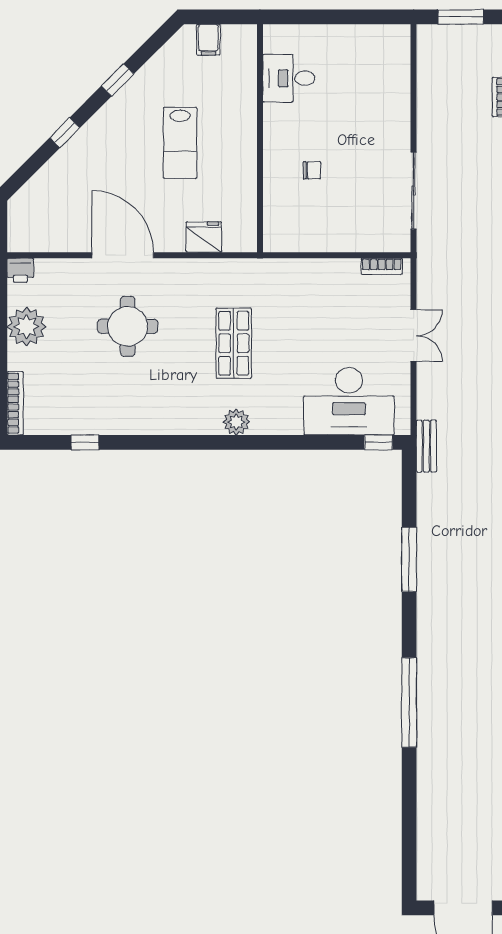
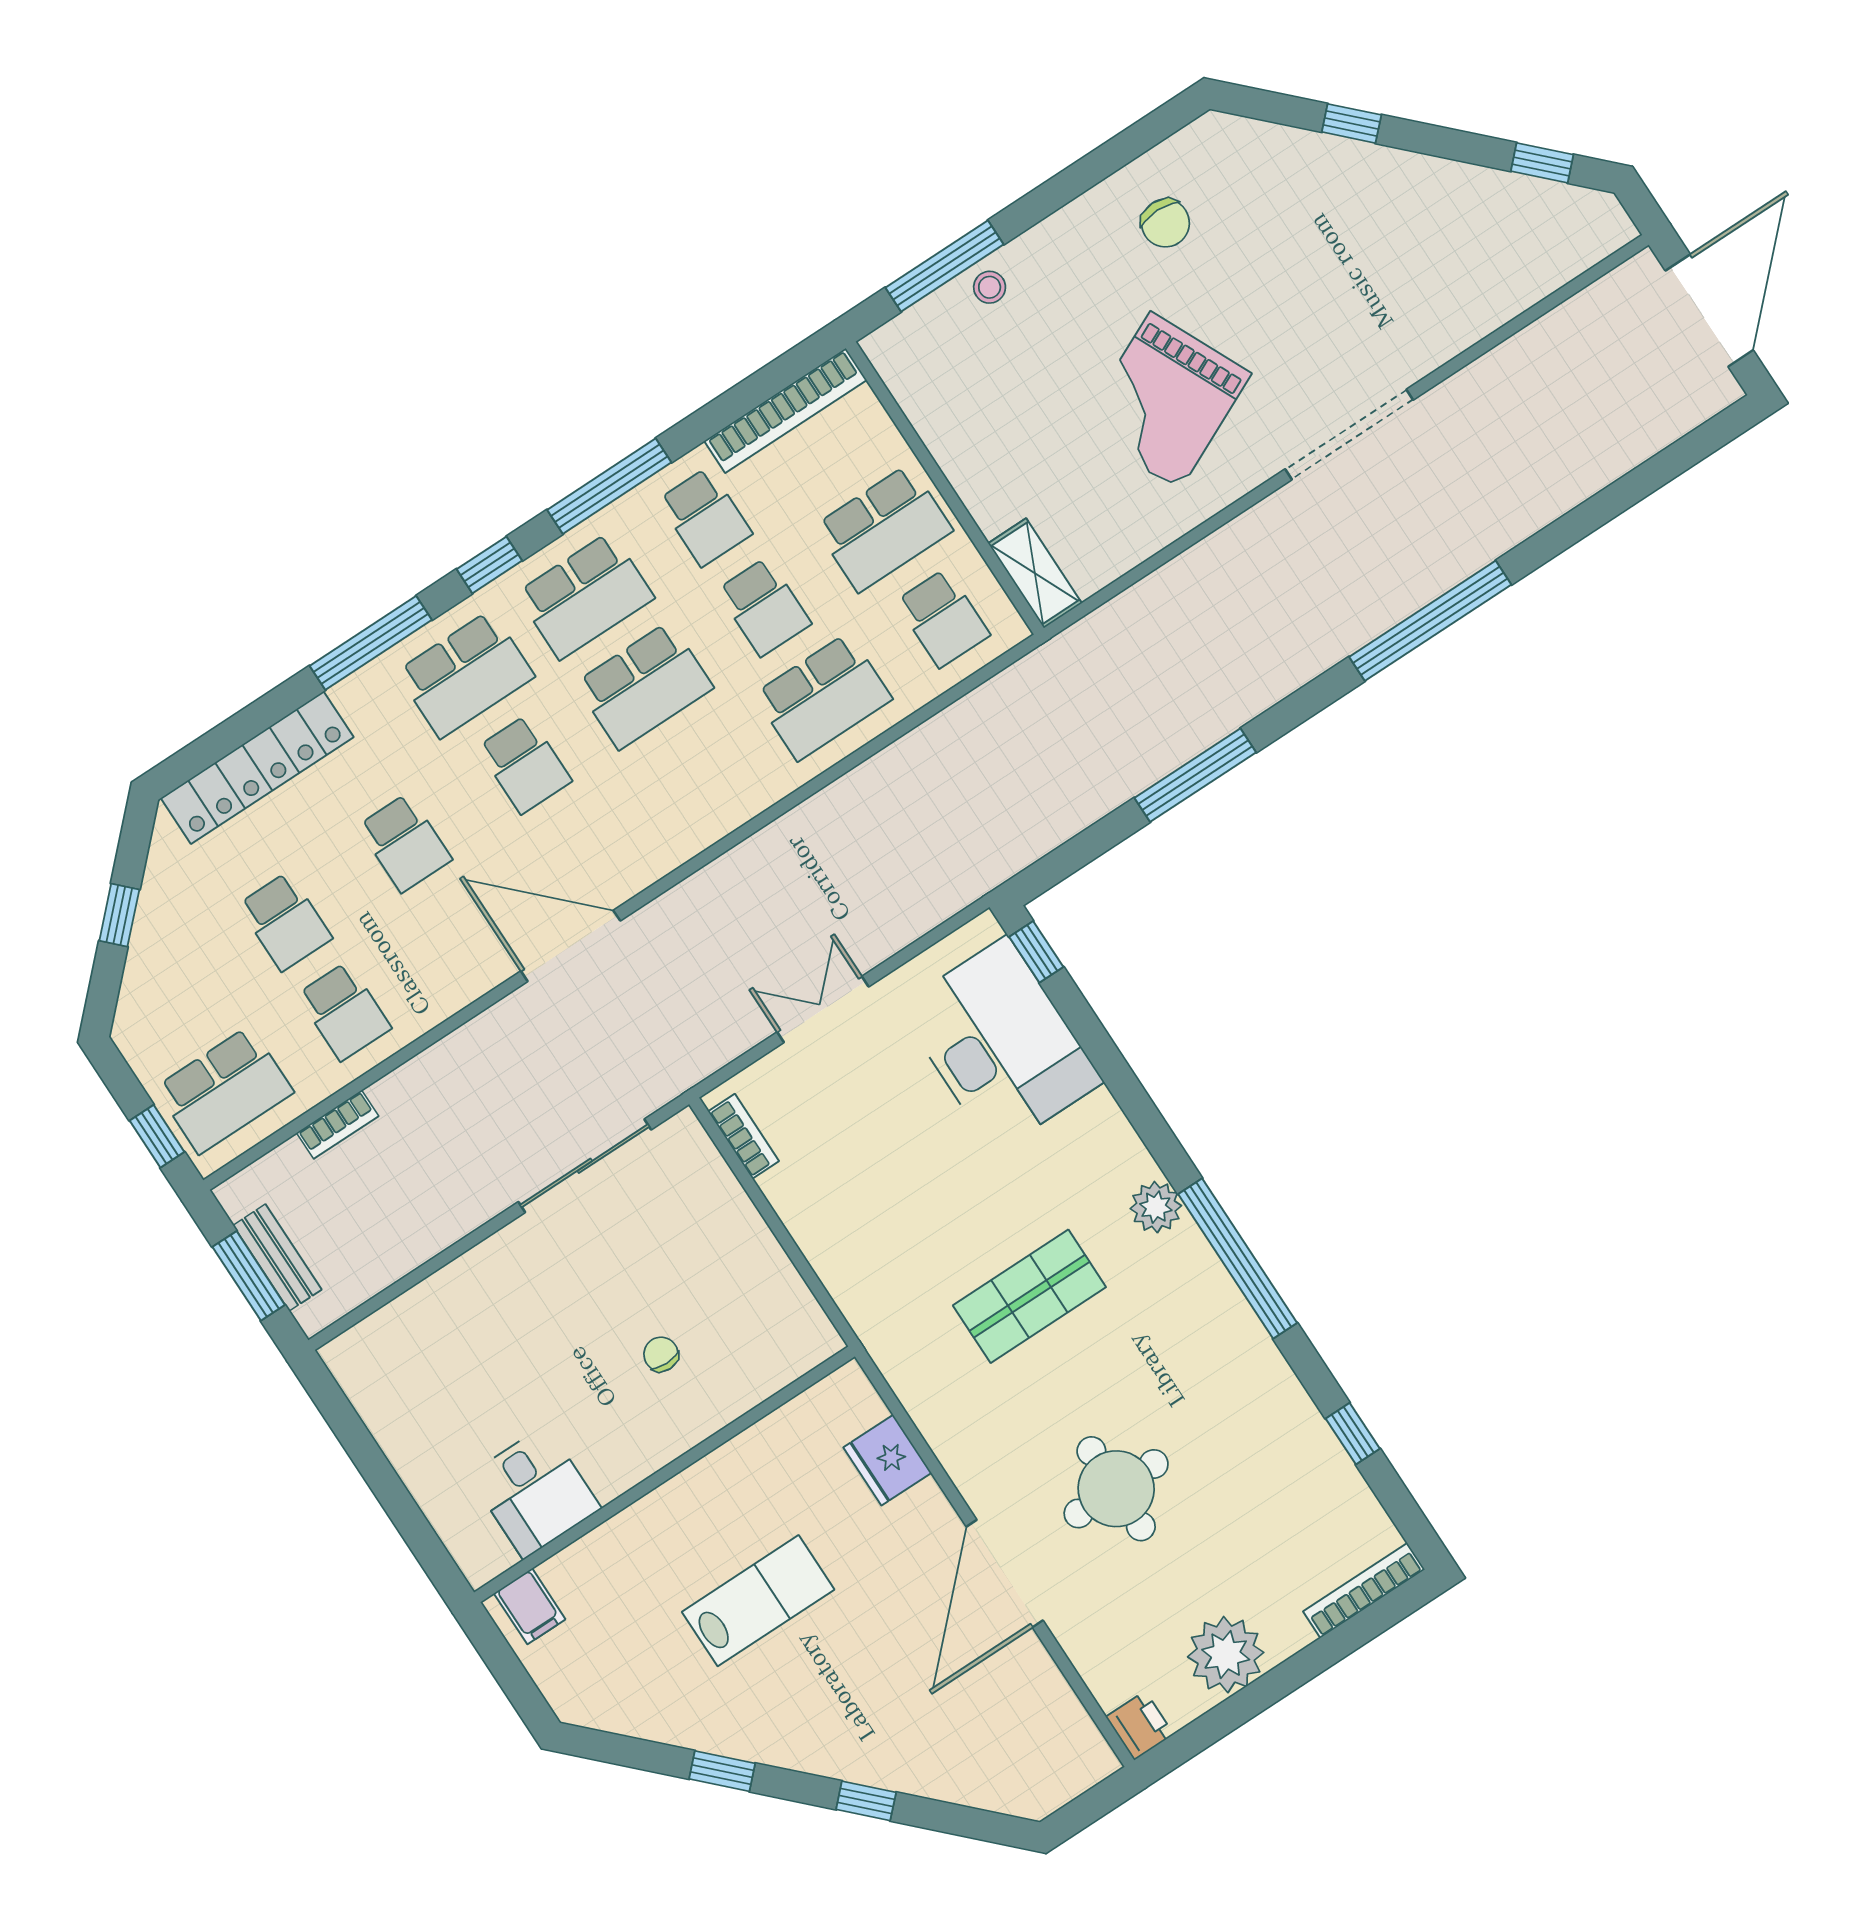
filing cabinet: (208, 40) -> (530, 1606), moved, turned 90
window: (192, 442) -> (1238, 1258), added
bench: (426, 446) -> (277, 1257), moved, turned 90

